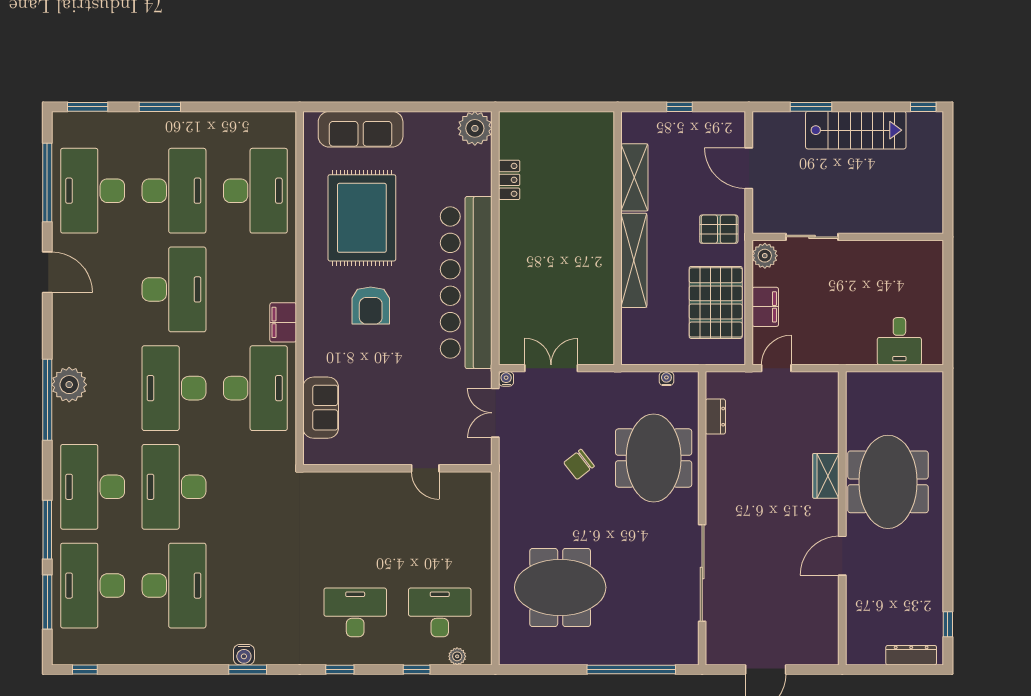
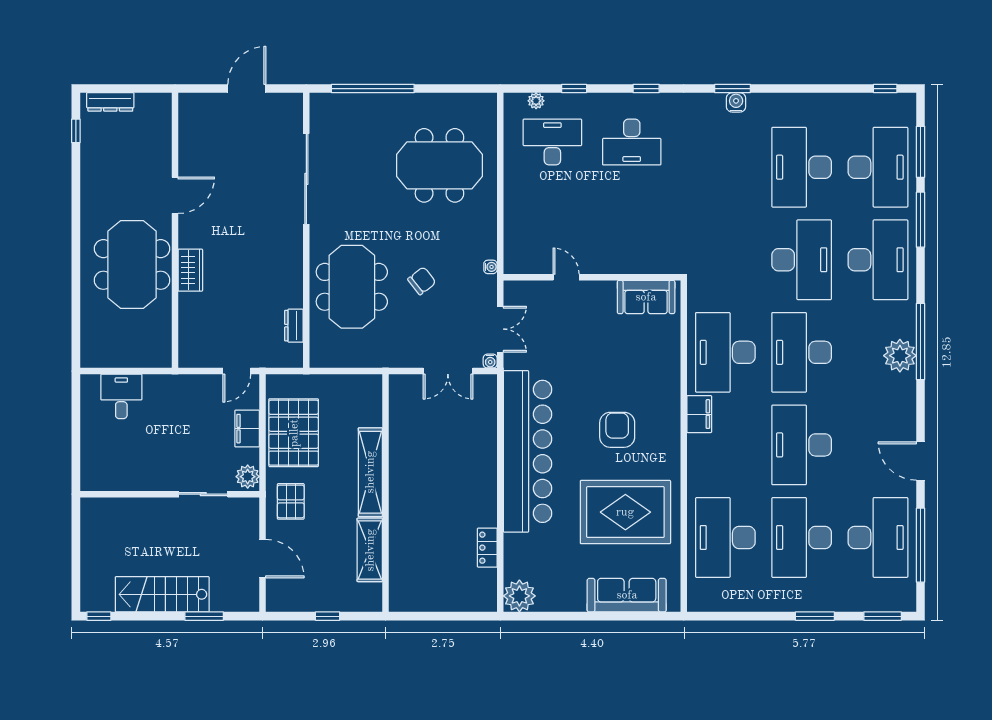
rug: (362, 218) -> (625, 512), turned 90
pallet: (719, 229) -> (291, 501), turned 90
water cooler: (666, 379) -> (490, 267), moved, turned -90
desk: (174, 388) -> (802, 352), turned 180
sofa: (321, 408) -> (646, 297), moved, turned -90
desk: (440, 612) -> (552, 142), turned 180

